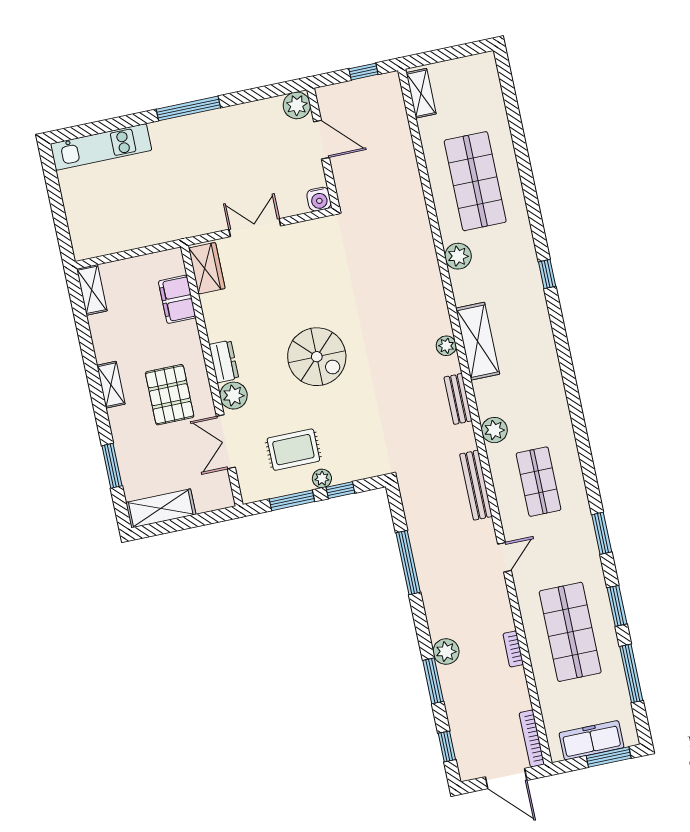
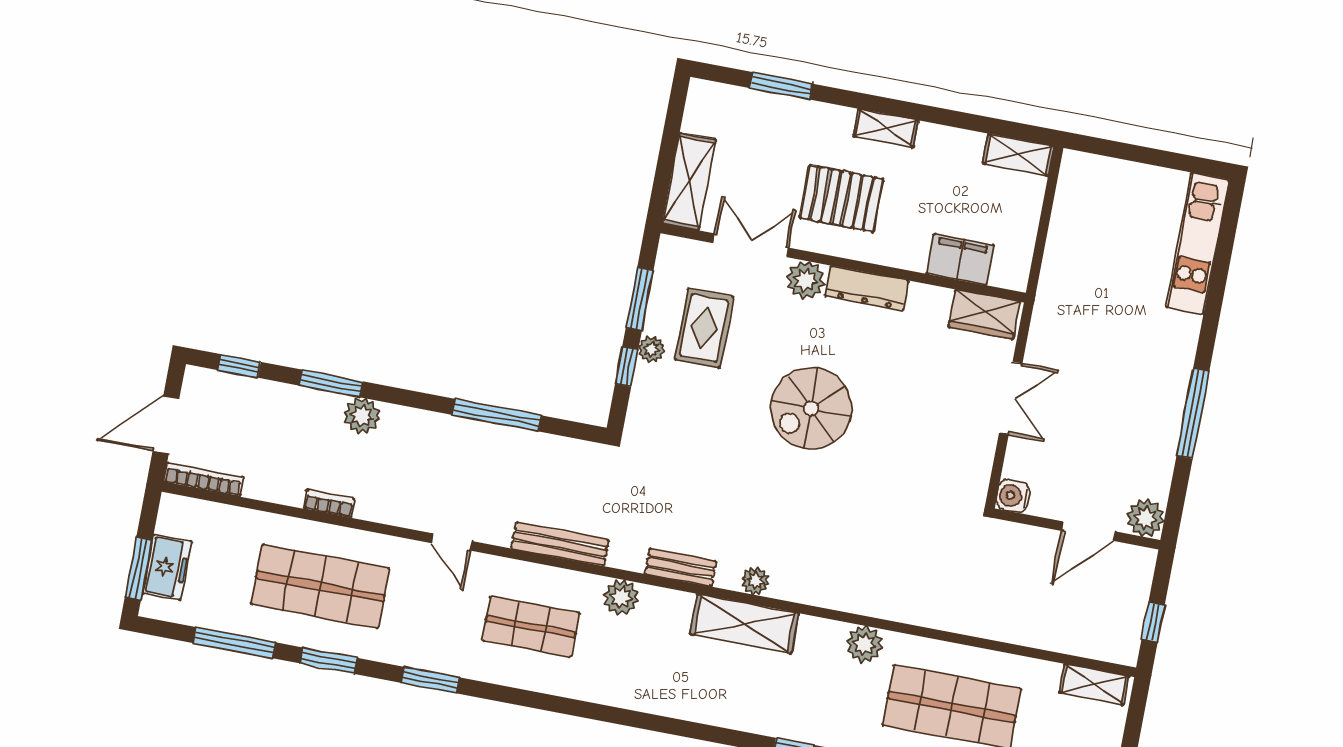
window: (188, 108) -> (1193, 414), moved
dresser: (224, 362) -> (867, 288), width x1.44
shelving: (161, 508) -> (689, 182), moved
freezer: (591, 740) -> (167, 567), width x0.71

